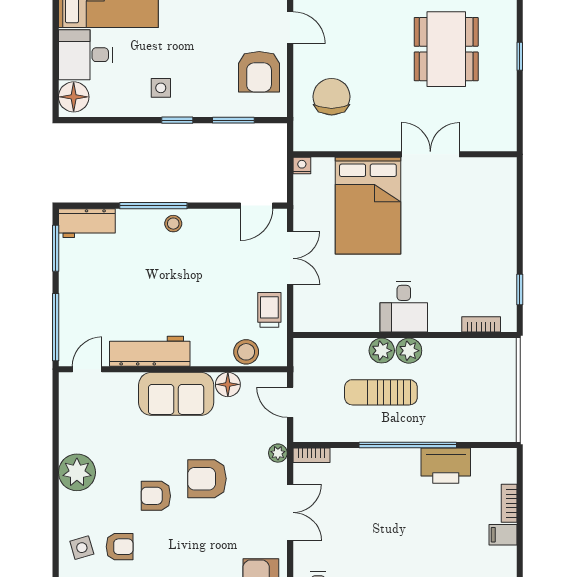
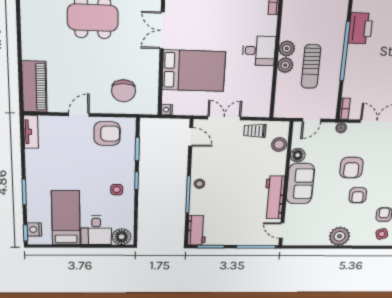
chair: (332, 97) -> (123, 91), turned -90

